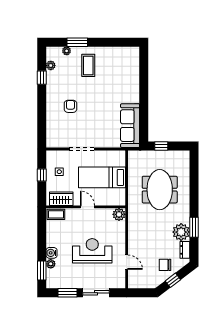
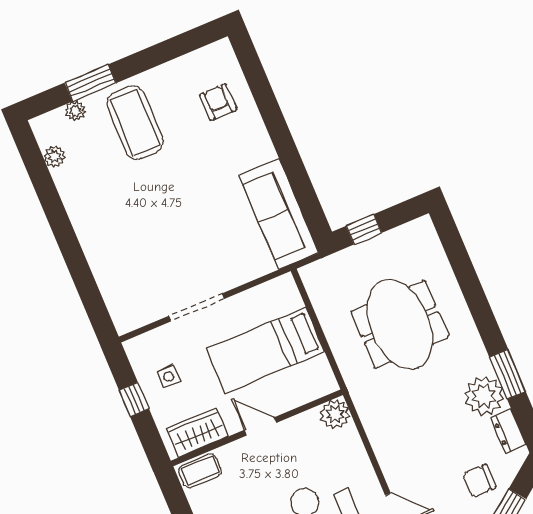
coffee table: (88, 65) -> (135, 123), width x1.36, depth x1.32
window: (42, 78) -> (46, 191), removed
armchair: (70, 106) -> (218, 102), moved

